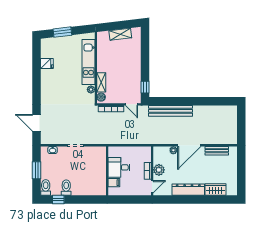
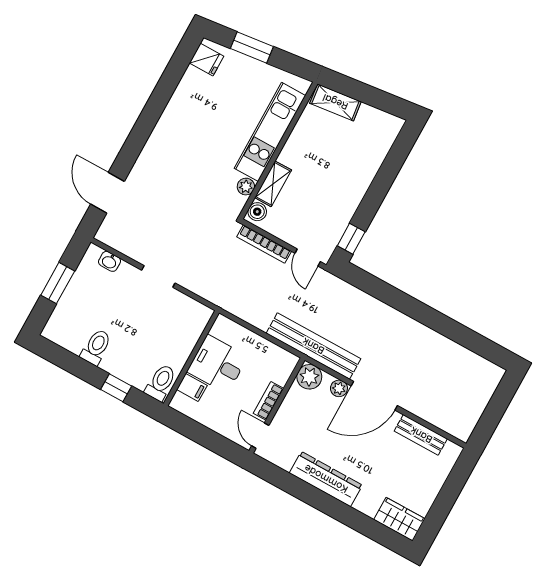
shelving: (120, 34) -> (335, 102), moved
fridge: (47, 63) -> (207, 60), moved
bench: (170, 111) -> (313, 346), moved
plant: (159, 170) -> (309, 377), moved
toilet: (46, 187) -> (161, 383), moved
door: (152, 187) -> (260, 436), swing flipped
wardrobe: (215, 189) -> (399, 519), moved
window: (58, 200) -> (116, 388), moved

